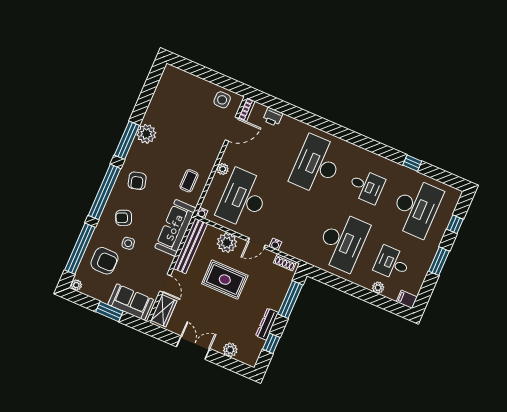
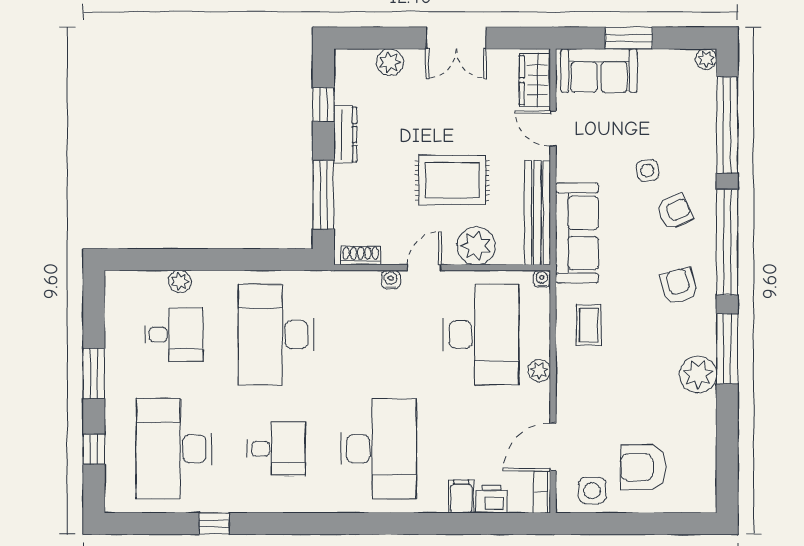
desk: (366, 186) -> (276, 449), turned 180
armchair: (104, 261) -> (643, 467), moved
filing cabinet: (407, 299) -> (461, 496), moved, turned -90

